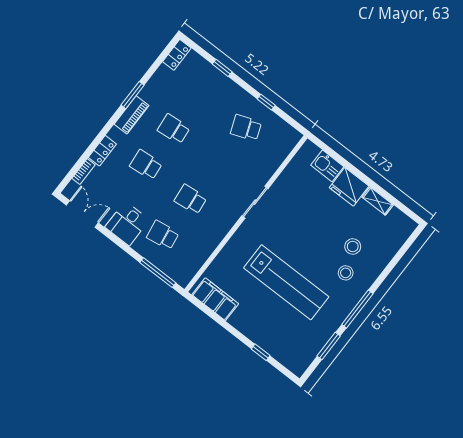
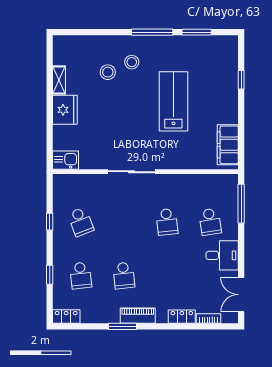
school desk: (146, 165) -> (81, 275), moved
kitchen sink: (327, 166) -> (66, 160), moved, turned -90
sliding door: (255, 202) -> (131, 172), width x1.37
lab bench: (286, 282) -> (173, 101), width x0.73

